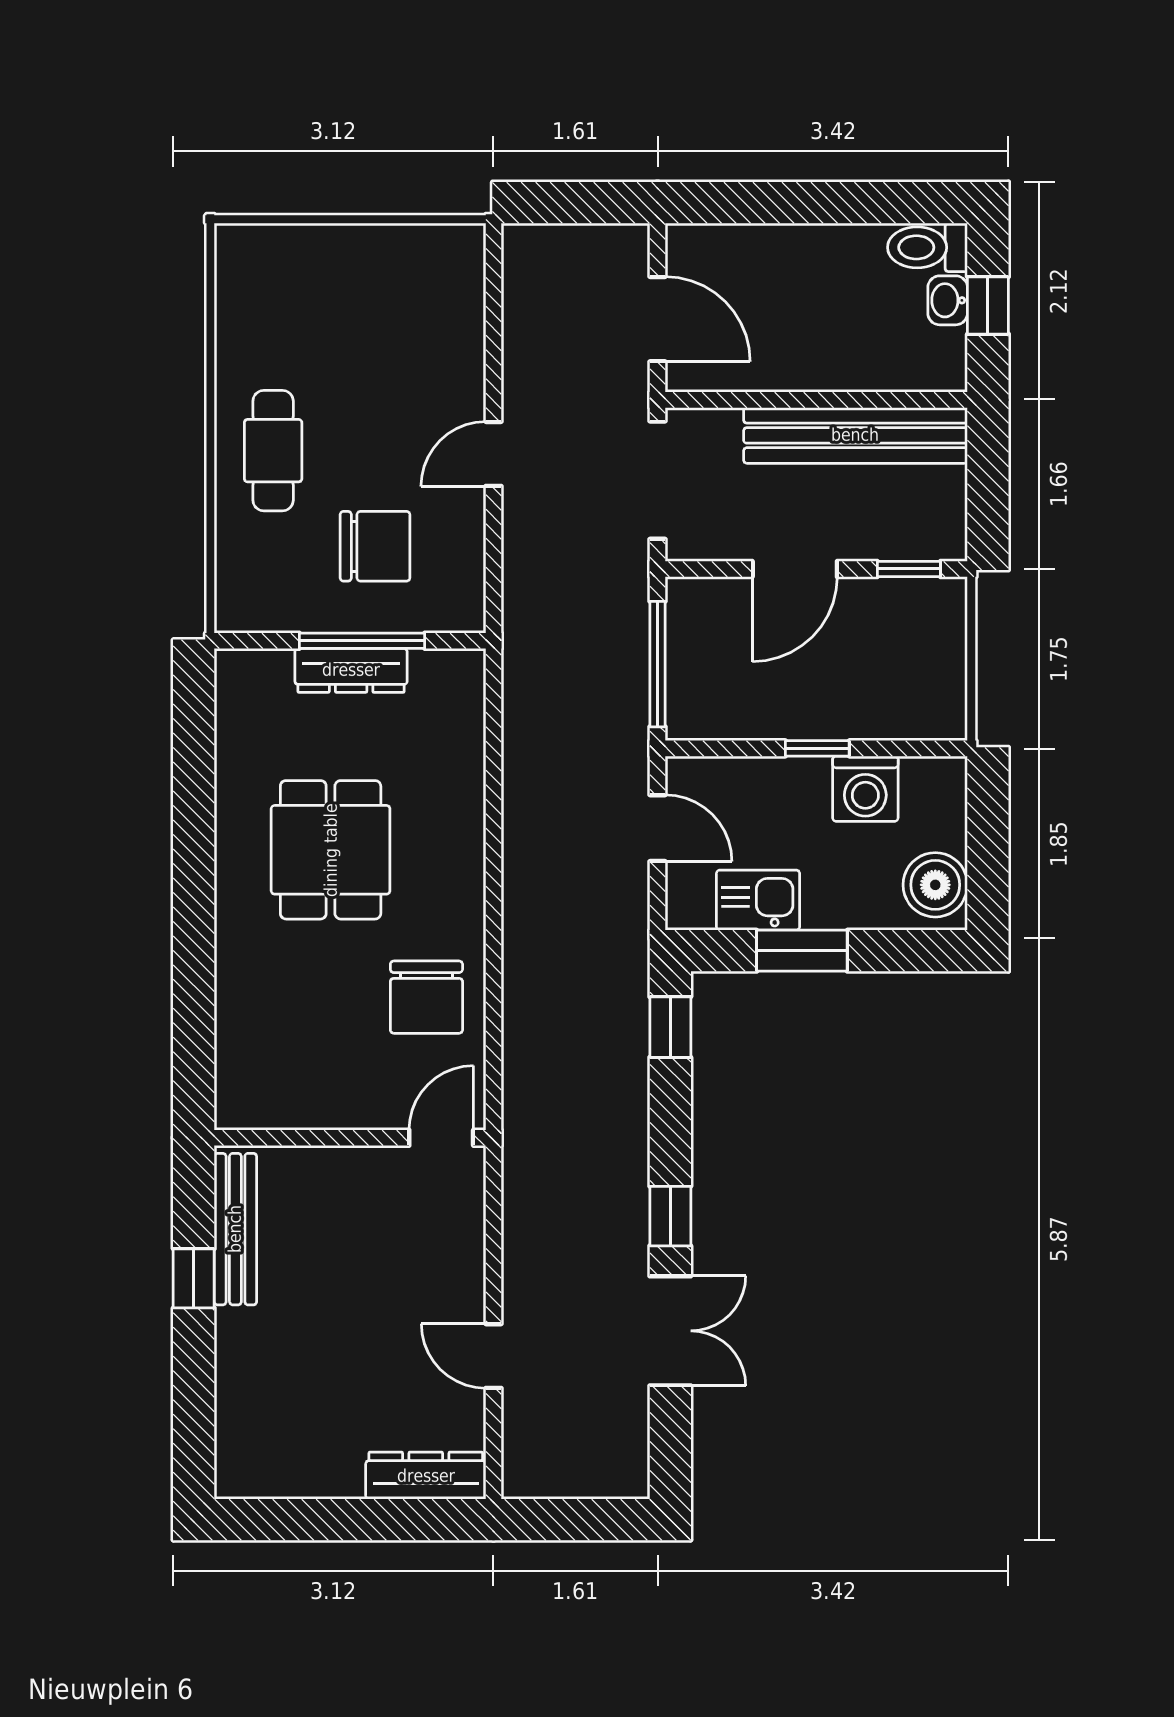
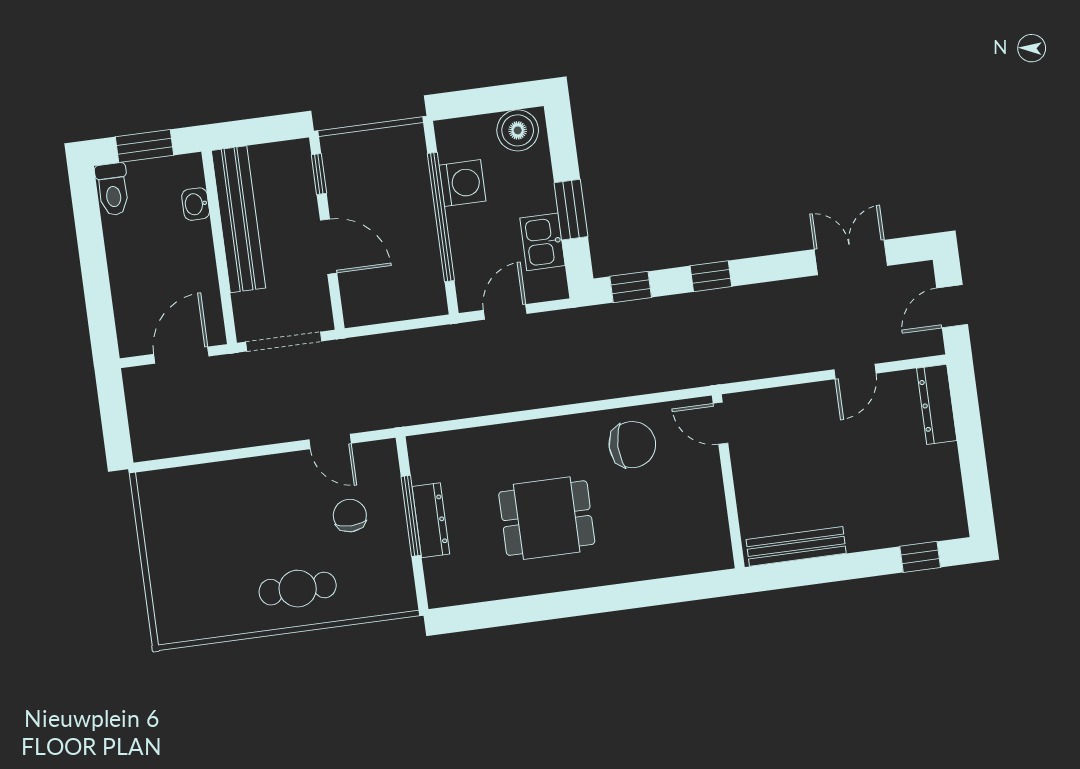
washbasin: (948, 300) -> (196, 204), moved, turned 90
window: (988, 305) -> (145, 146), width x1.50
door: (493, 454) -> (330, 441), moved
chair: (375, 546) -> (350, 516), width x0.73, depth x0.73
window: (657, 664) -> (401, 326), removed
window: (817, 748) -> (441, 217), width x3.17
window: (670, 1216) -> (711, 276), moved
window: (194, 1278) -> (920, 557), moved
double door: (670, 1331) -> (851, 258), moved
door: (574, 1520) -> (952, 306), added

